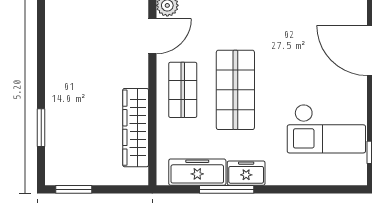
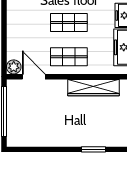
shop shelf: (235, 90) -> (69, 22), width x0.70, depth x0.74

